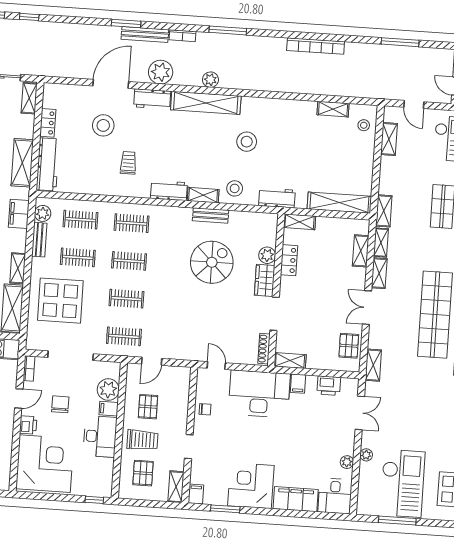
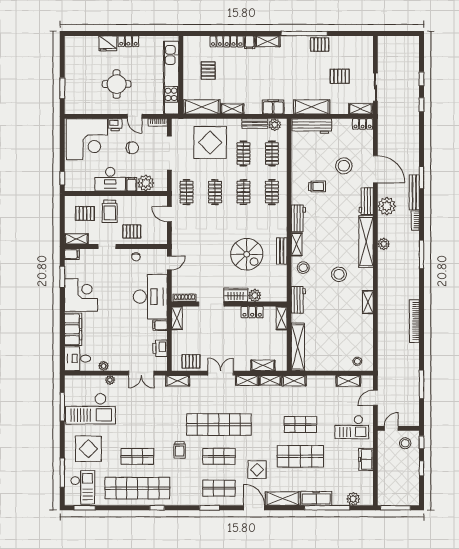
shelving: (333, 109) -> (368, 302), moved
locker: (48, 123) -> (363, 124), moved
pallet: (148, 407) -> (132, 231), moved

